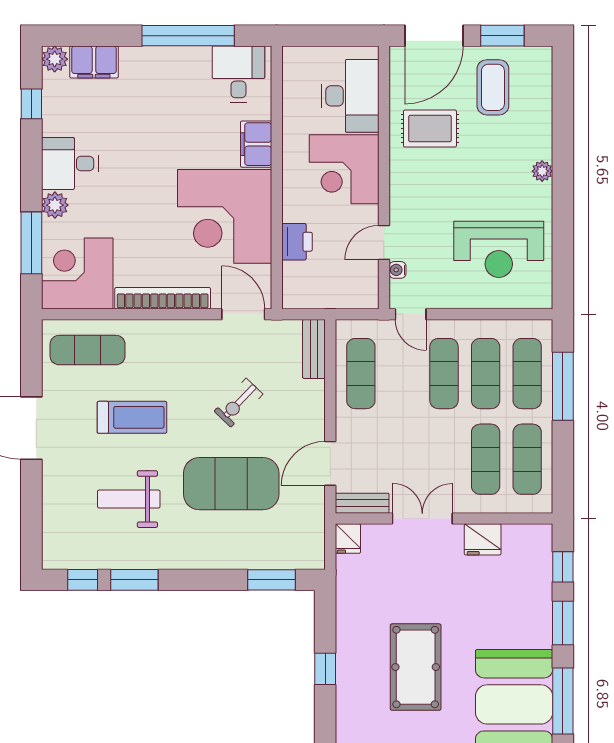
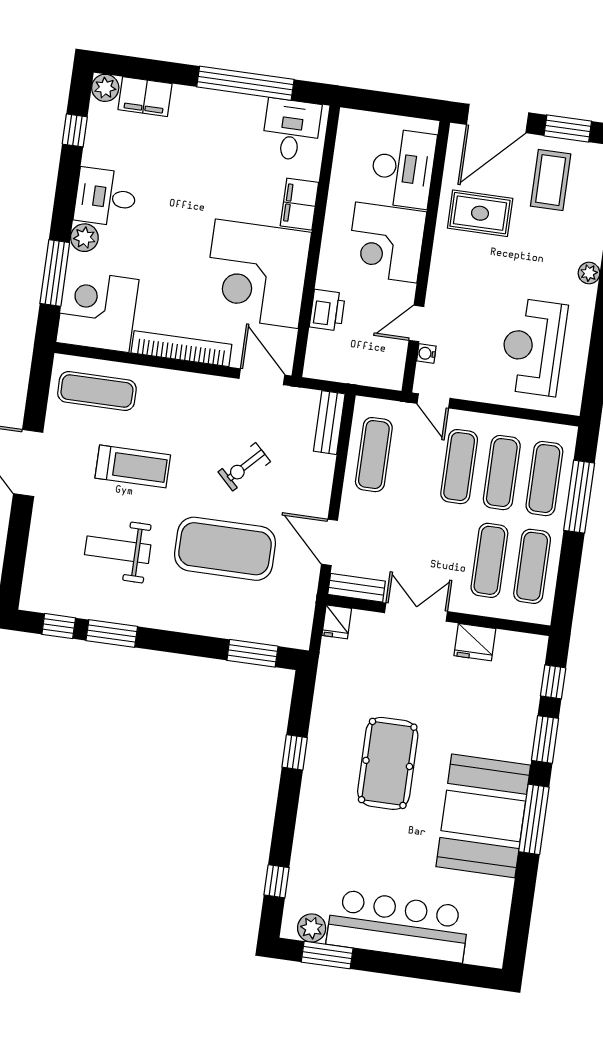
reception desk: (499, 249) -> (533, 347), turned 90
door: (330, 463) -> (330, 542), hinge flipped

